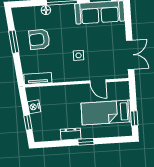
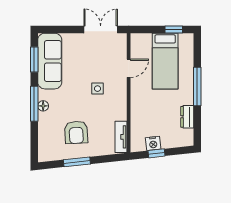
floor lamp: (46, 10) -> (43, 106), moved
window: (28, 123) -> (156, 153), moved
dresser: (71, 134) -> (187, 117), moved
window: (86, 142) -> (197, 87), width x2.17

